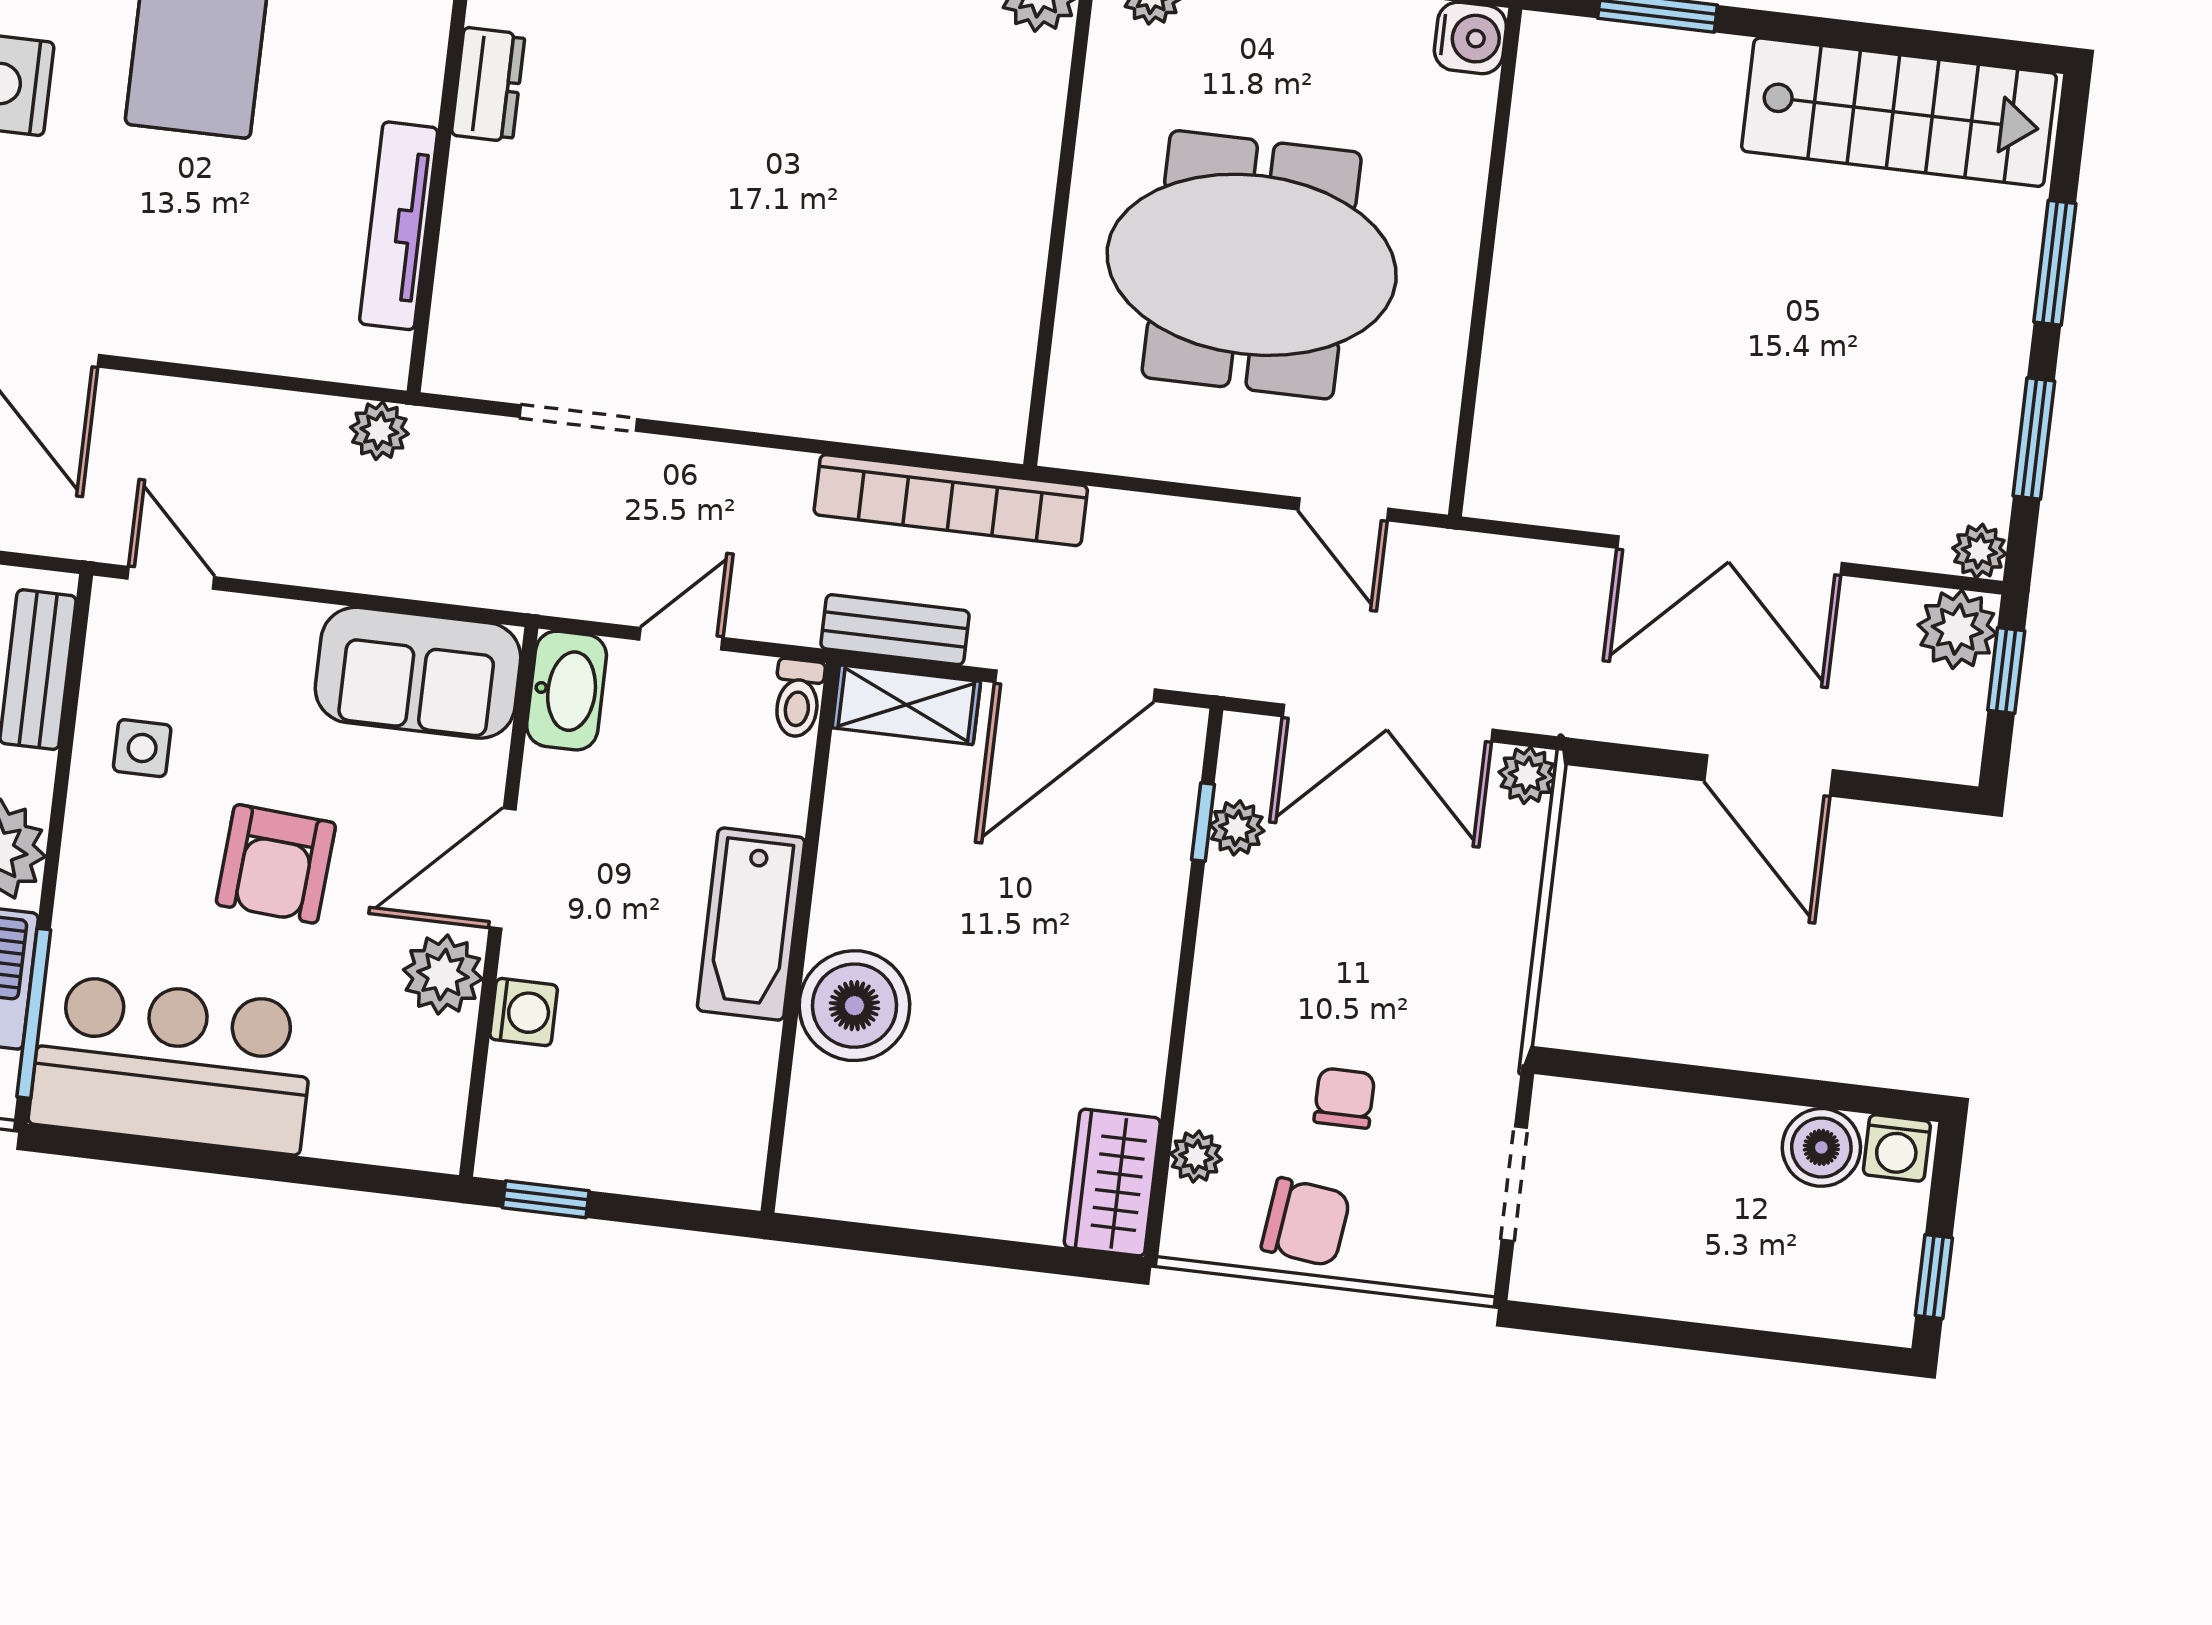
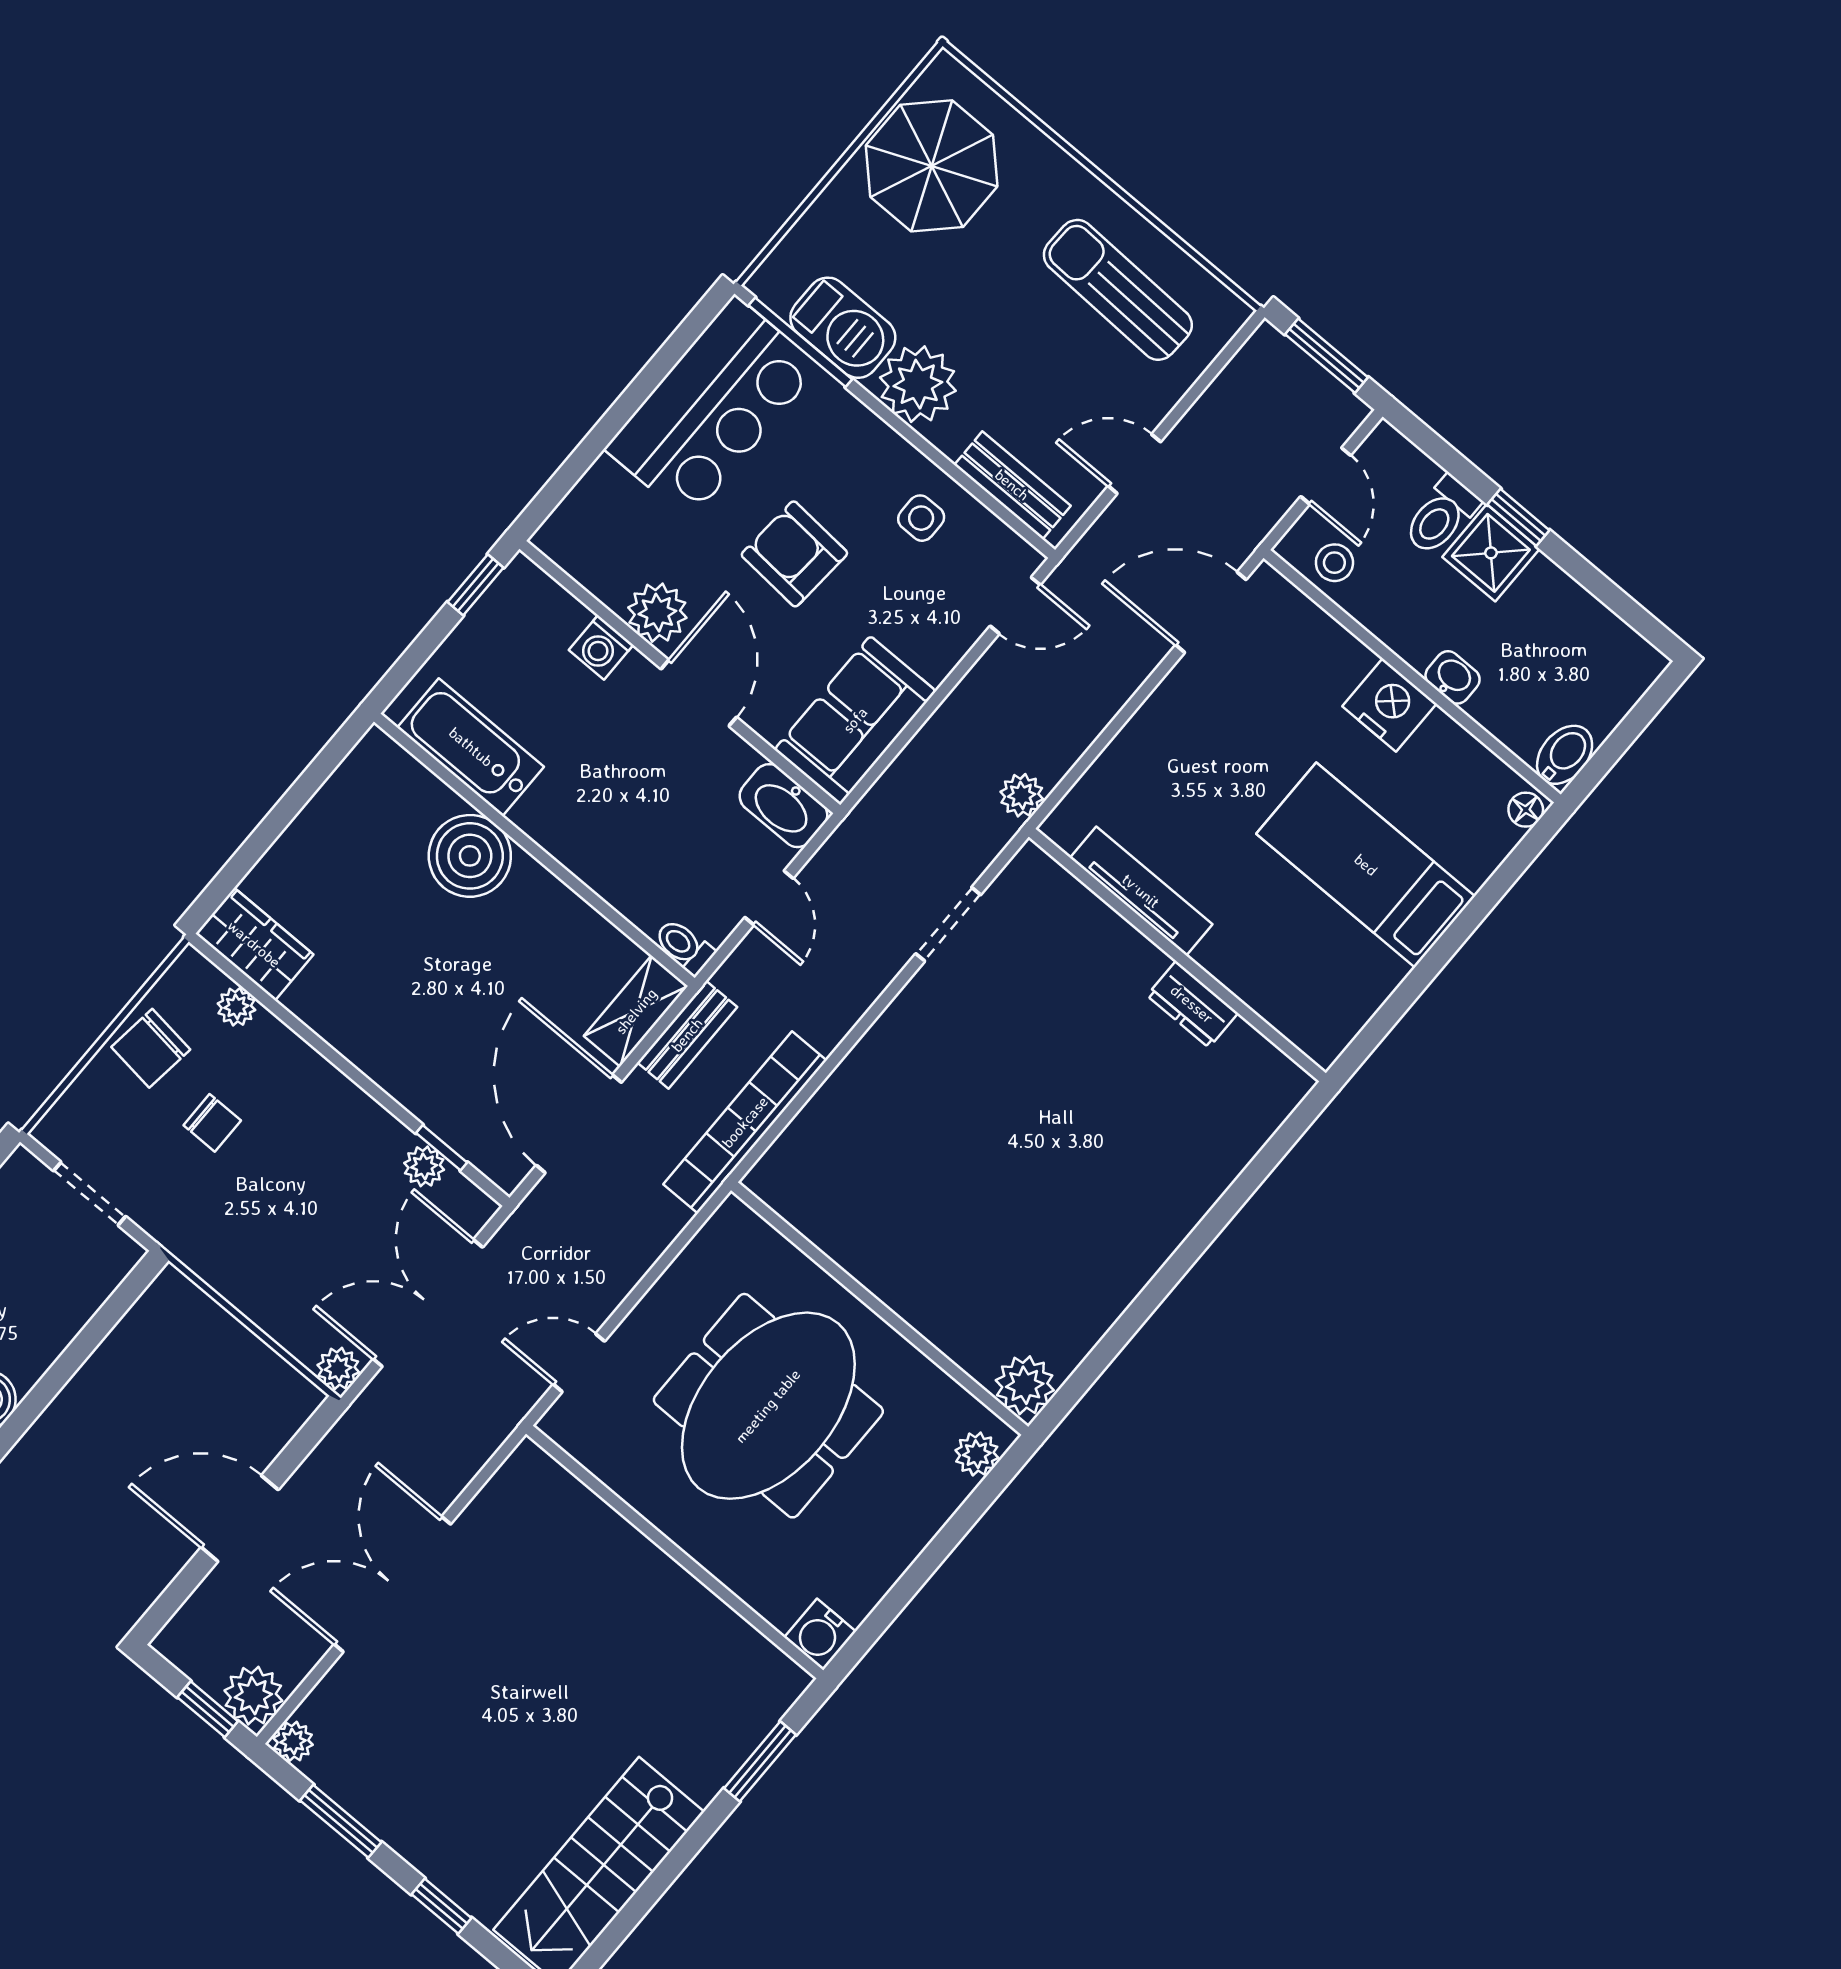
window: (2055, 263) -> (441, 1906), width x0.67
bathtub: (751, 924) -> (471, 747), moved

